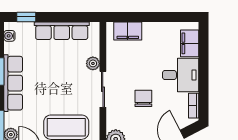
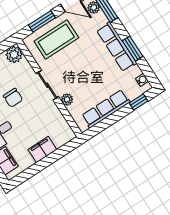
filing cabinet: (128, 31) -> (42, 149), moved

